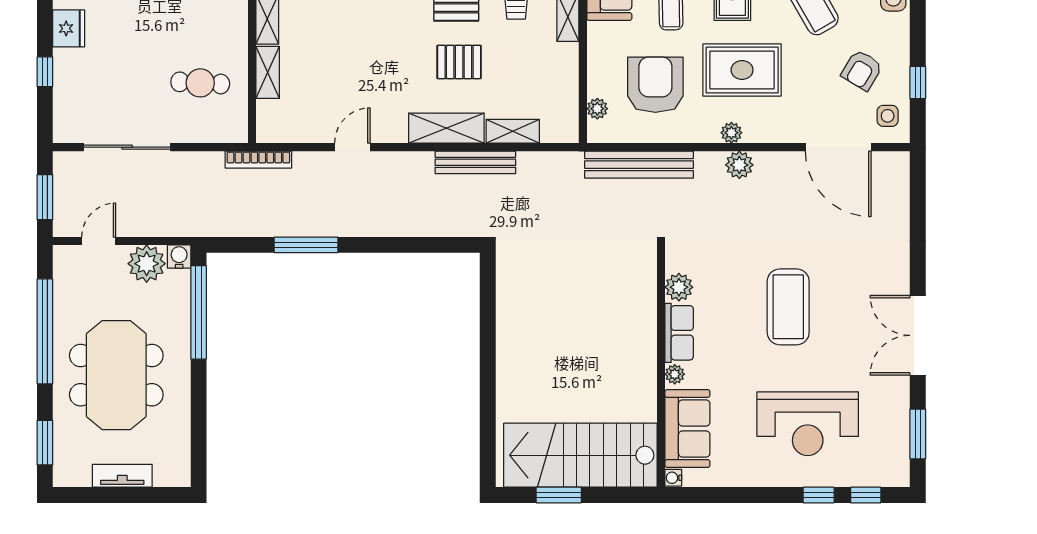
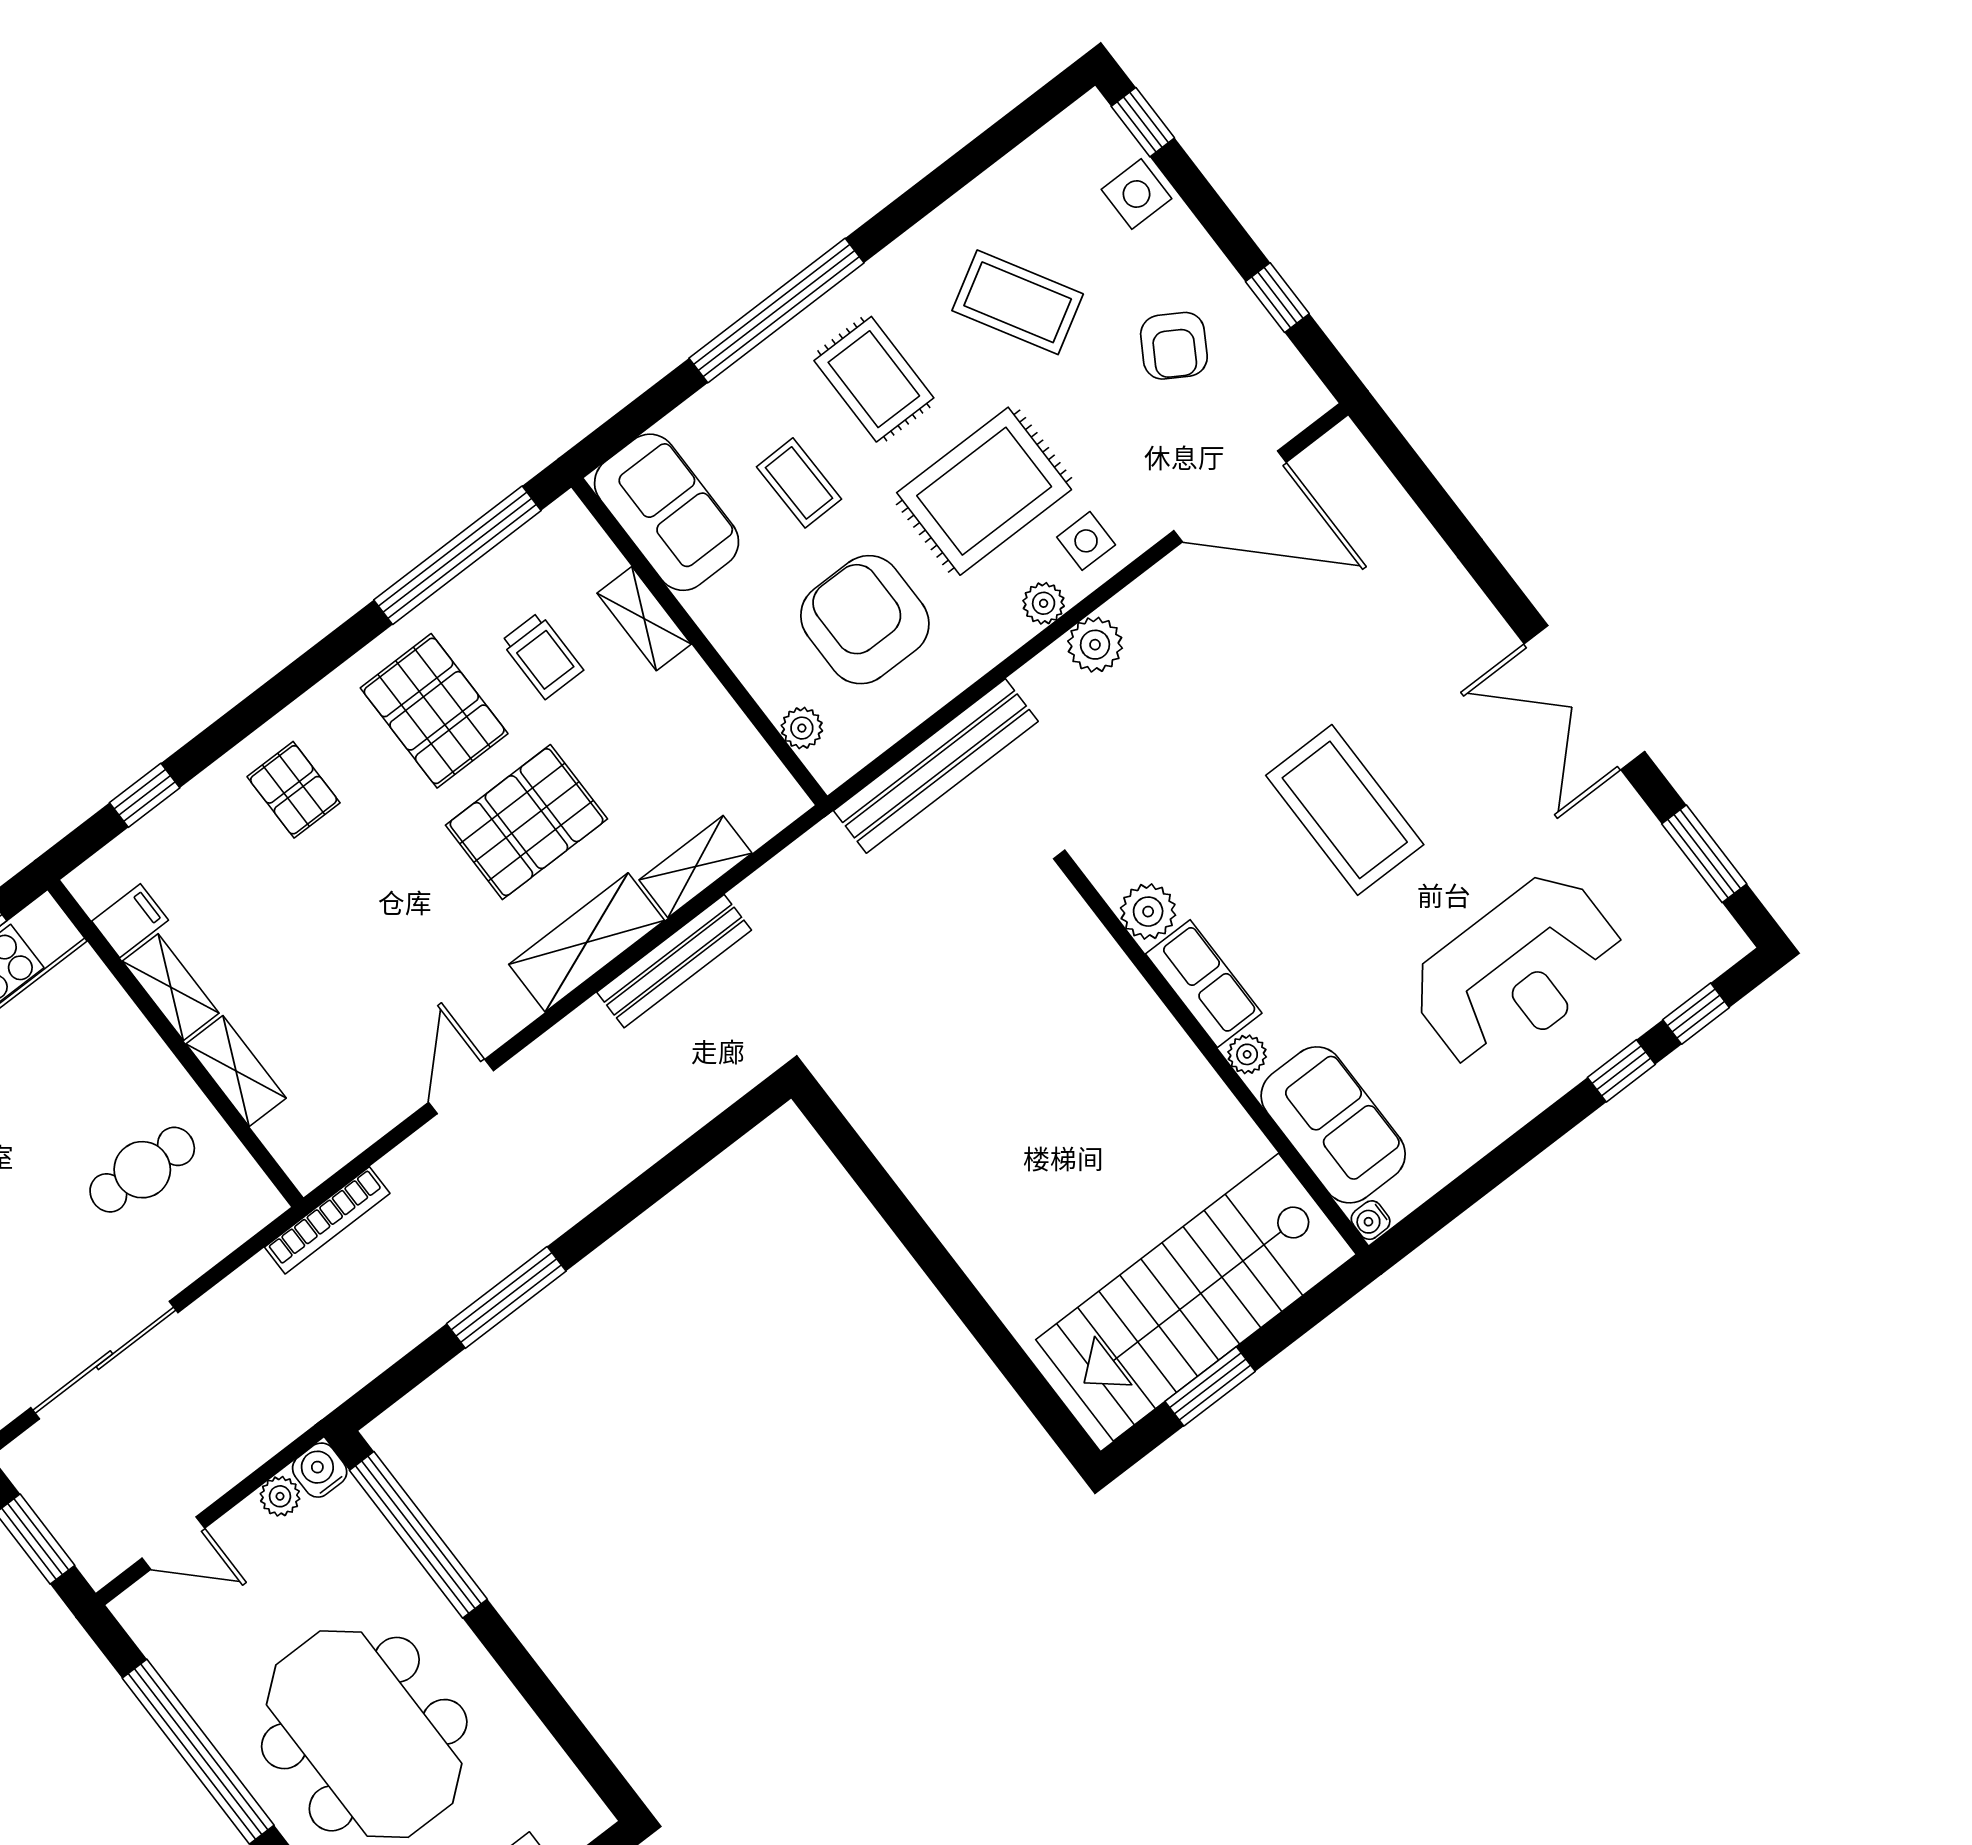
pallet: (459, 62) -> (526, 822), width x1.50, depth x1.42
side table: (888, 116) -> (1086, 541), moved
door: (99, 241) -> (173, 1543), swing flipped
plant: (147, 264) -> (280, 1496), width x0.53, depth x0.53

